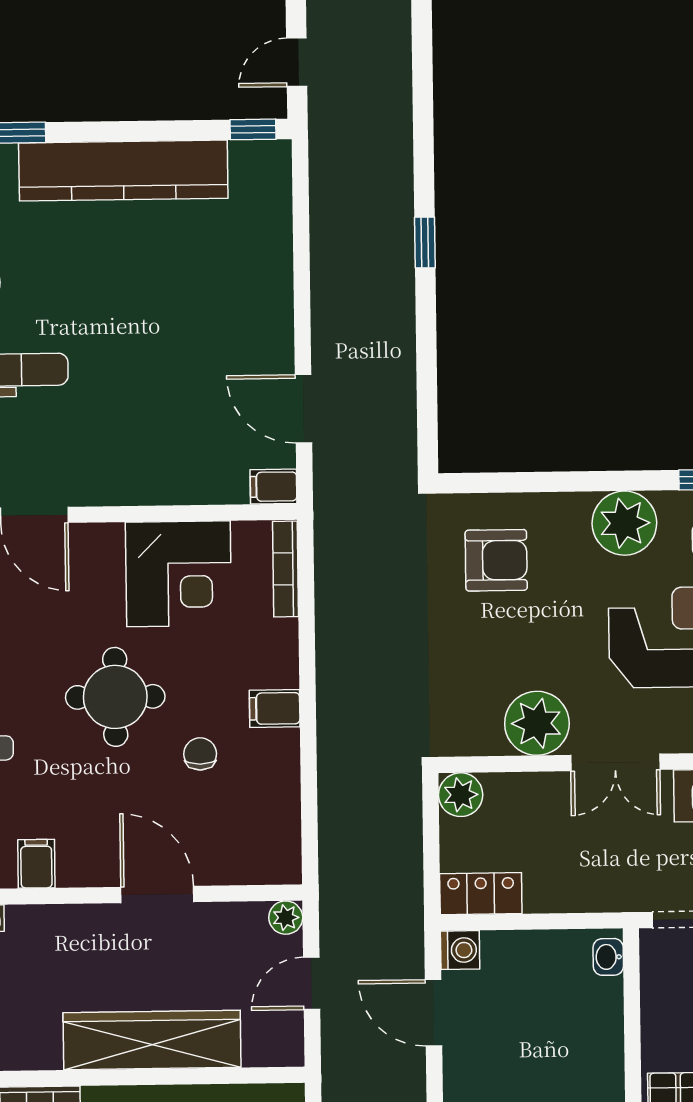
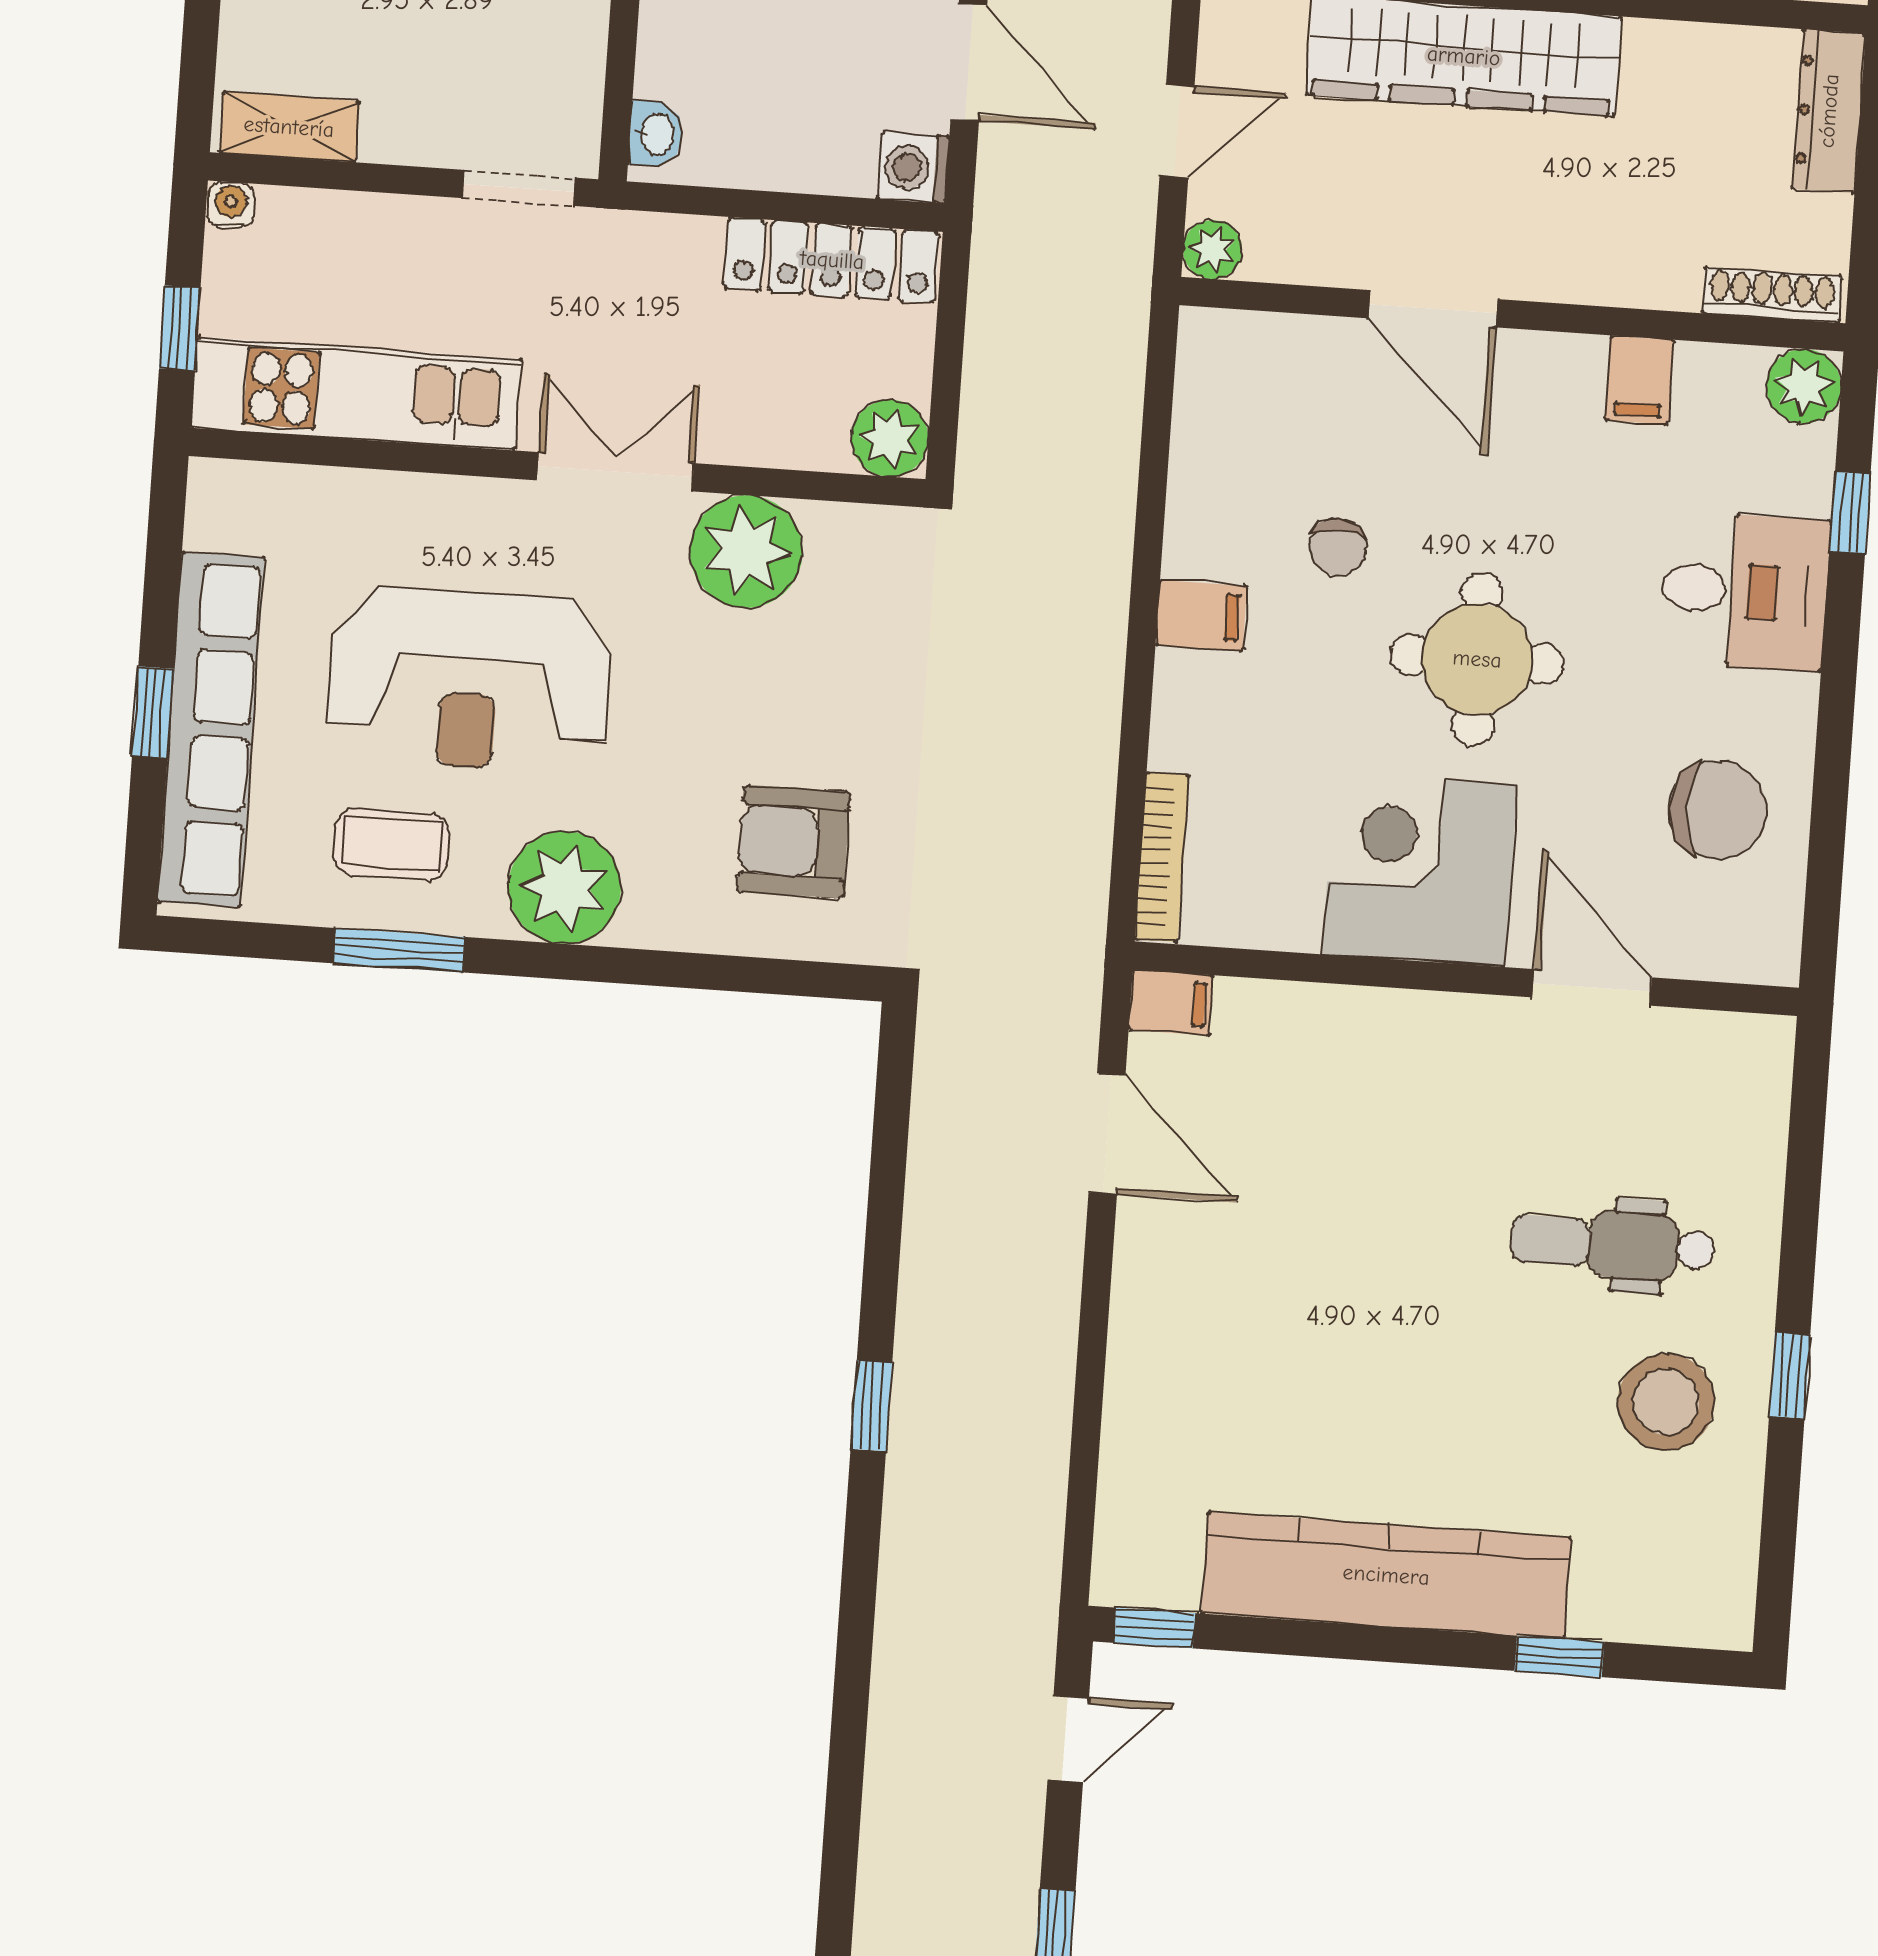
corner desk: (178, 574) -> (1420, 869), moved
locker: (481, 894) -> (832, 260), width x1.53

